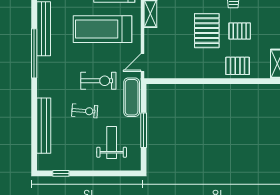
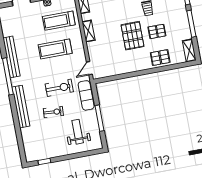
treadmill: (102, 29) -> (55, 49), width x0.73, depth x0.73
bench: (44, 126) -> (21, 107), moved

